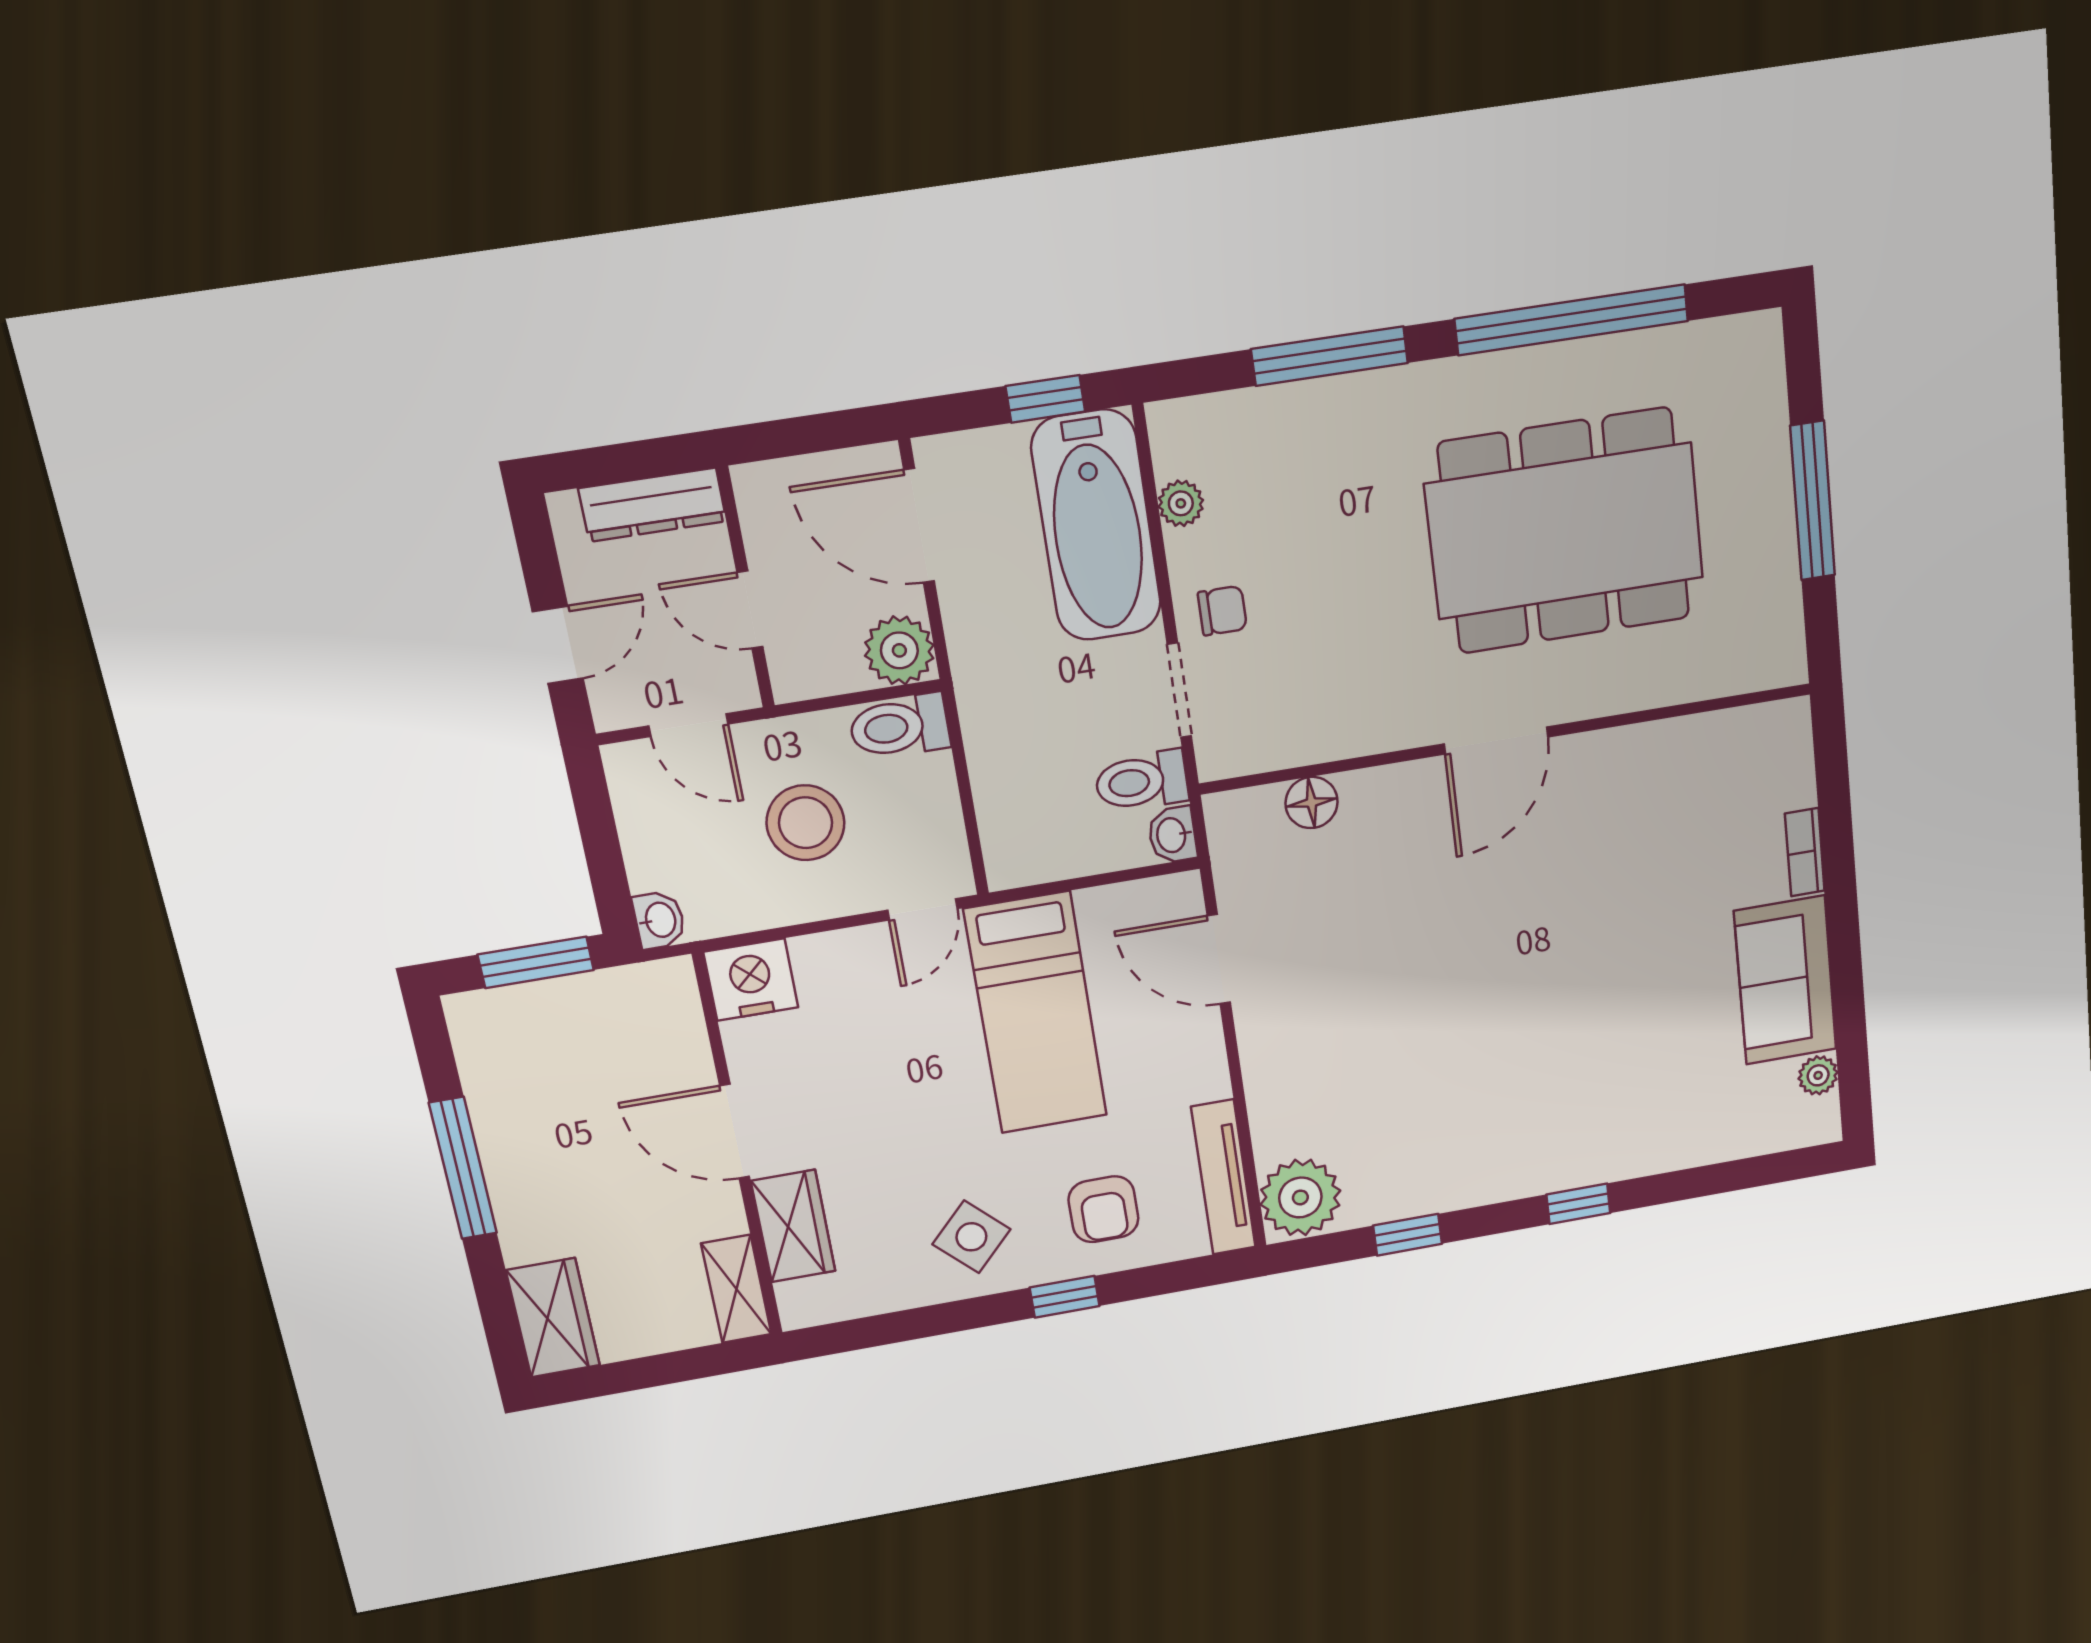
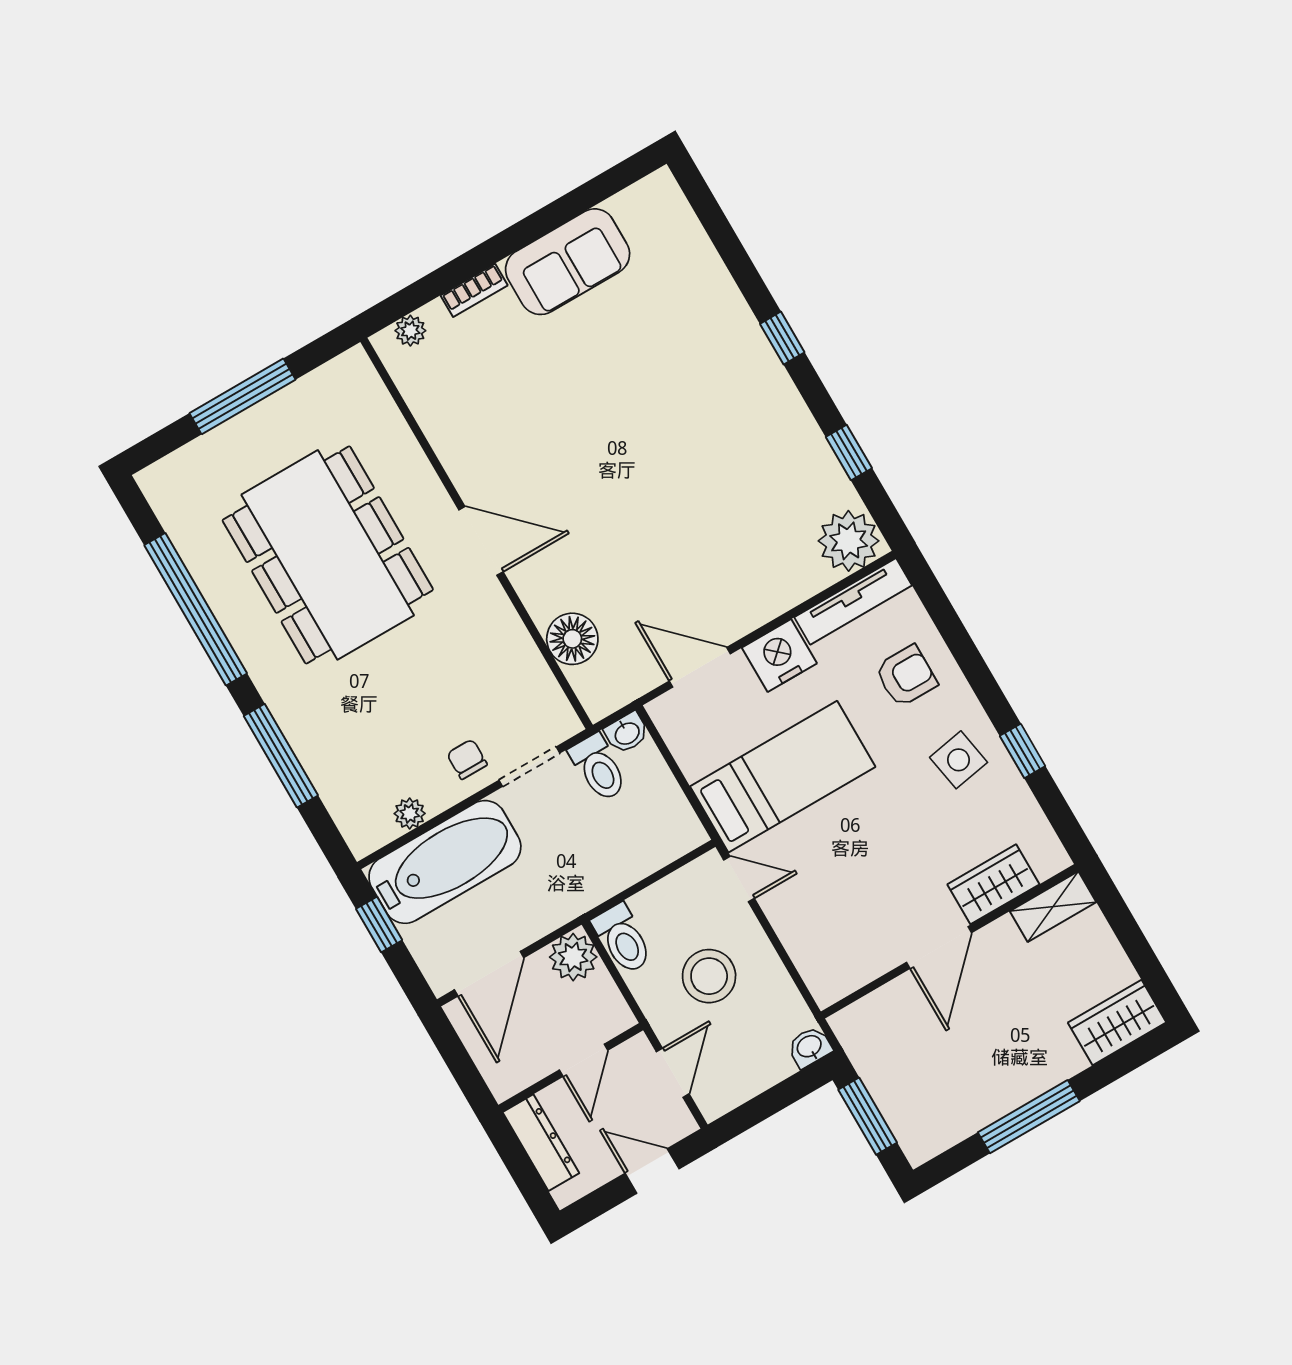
floor lamp: (1311, 803) -> (572, 639), width x1.38, depth x1.38
door: (1219, 959) -> (700, 667), swing flipped
nightstand: (751, 980) -> (779, 655), moved, turned 90
plant: (1818, 1075) -> (410, 331), moved
side table: (971, 1237) -> (959, 760), turned 36
window: (1065, 1297) -> (1023, 751), moved

